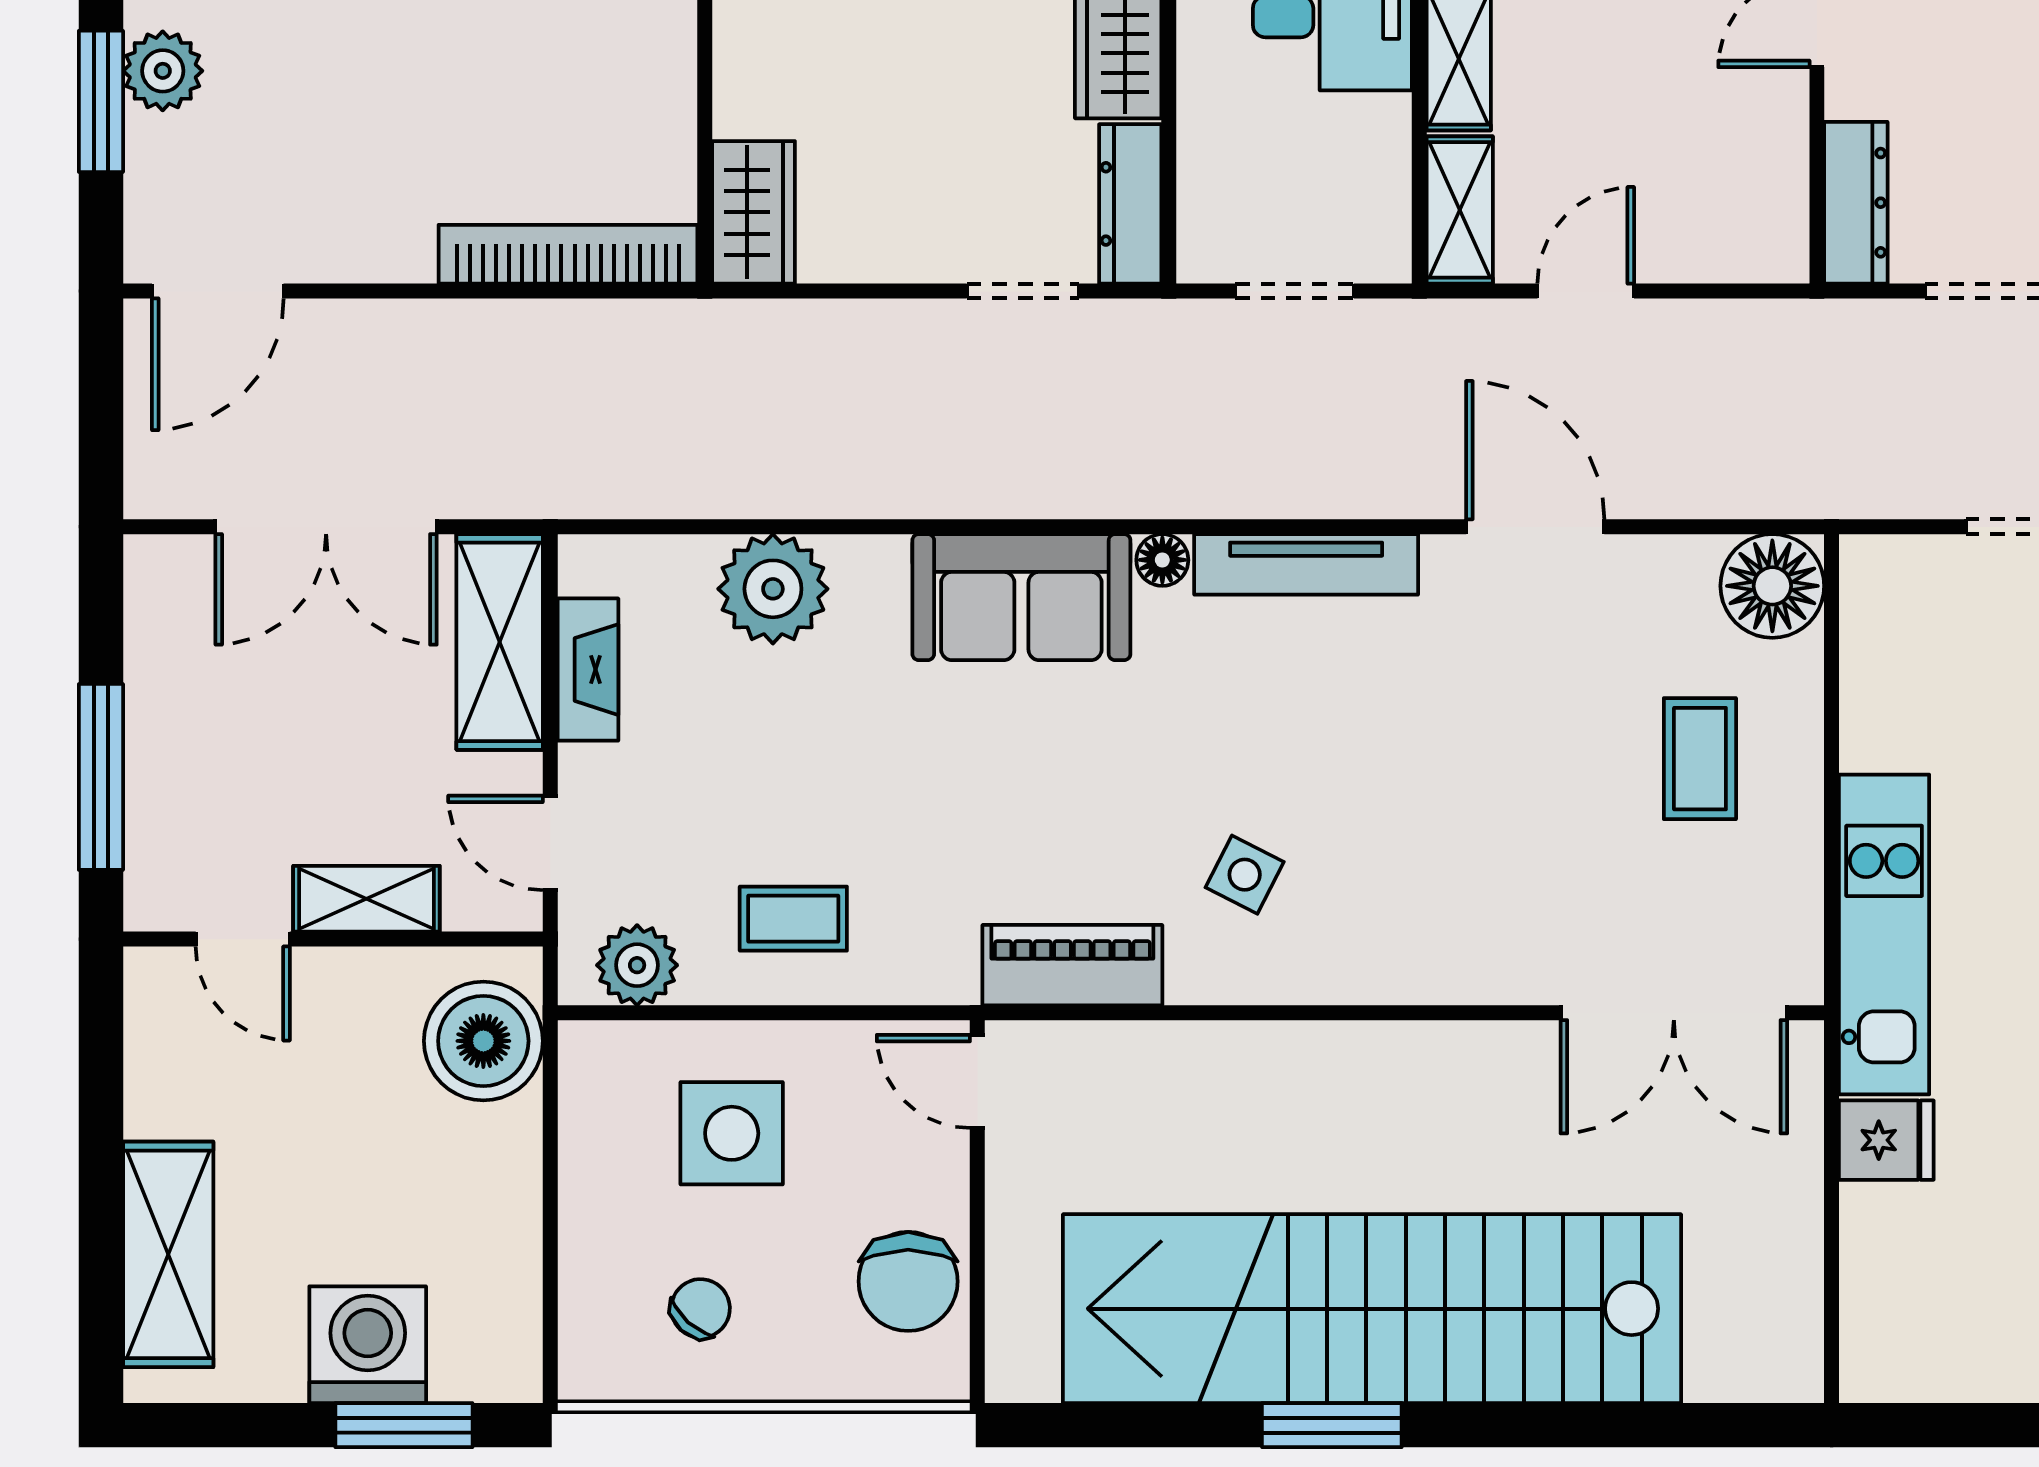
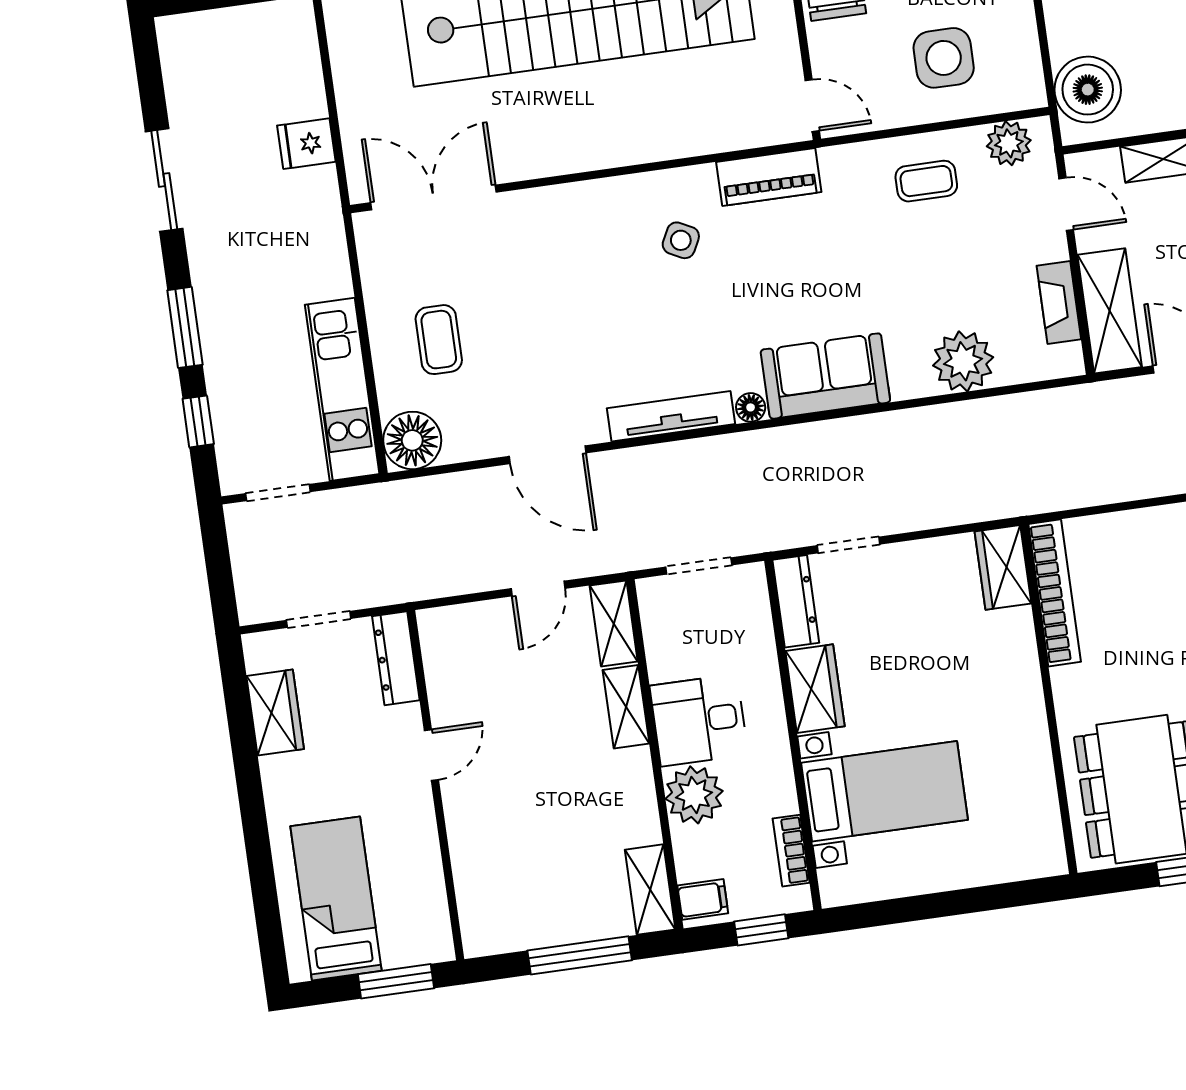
bookcase: (568, 254) -> (1055, 593), moved, turned -90
kitchen unit: (1884, 935) -> (342, 389), moved

